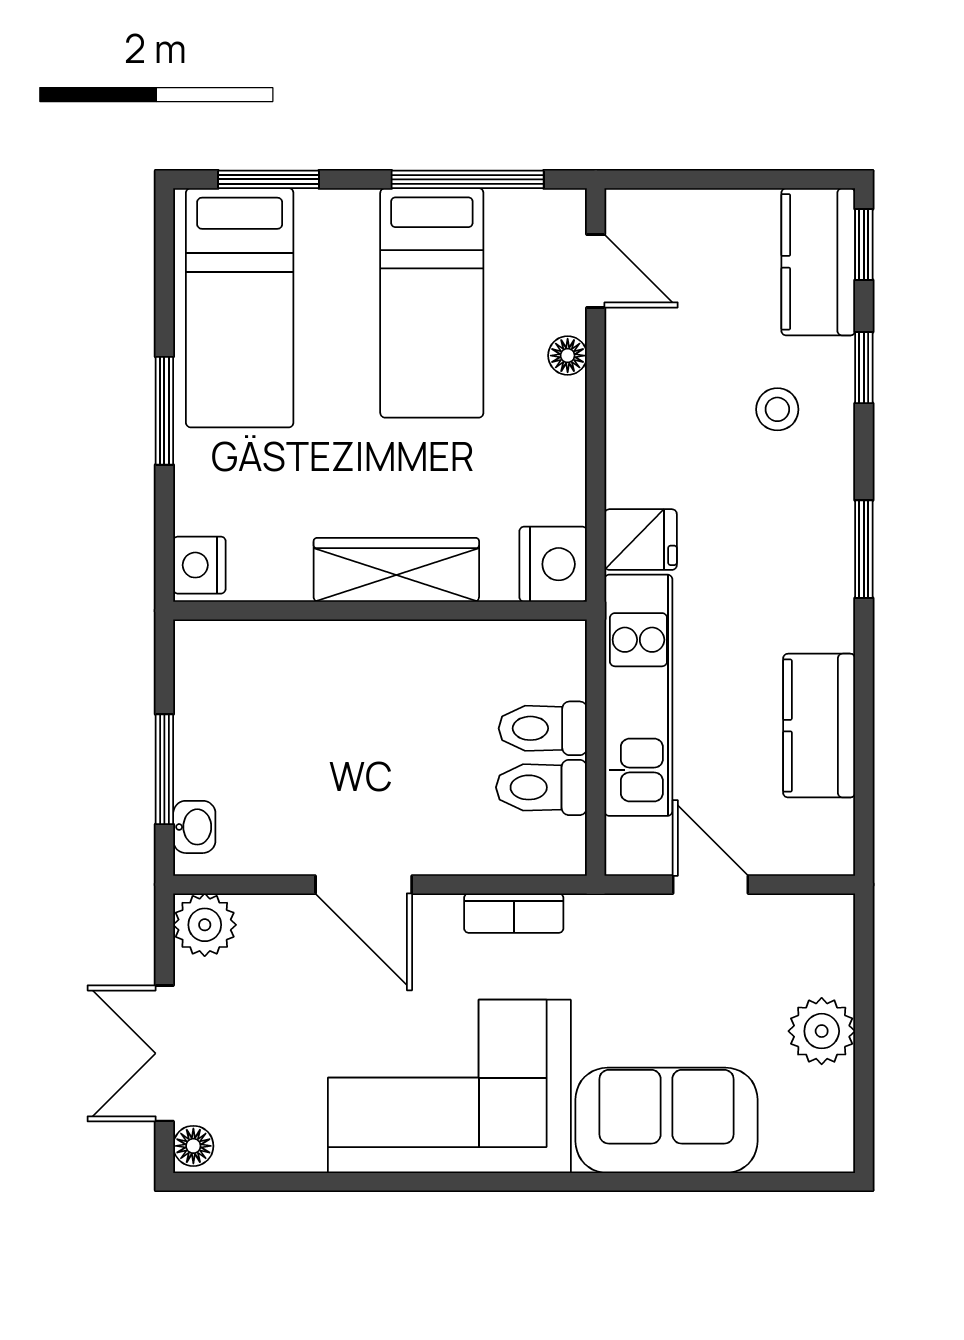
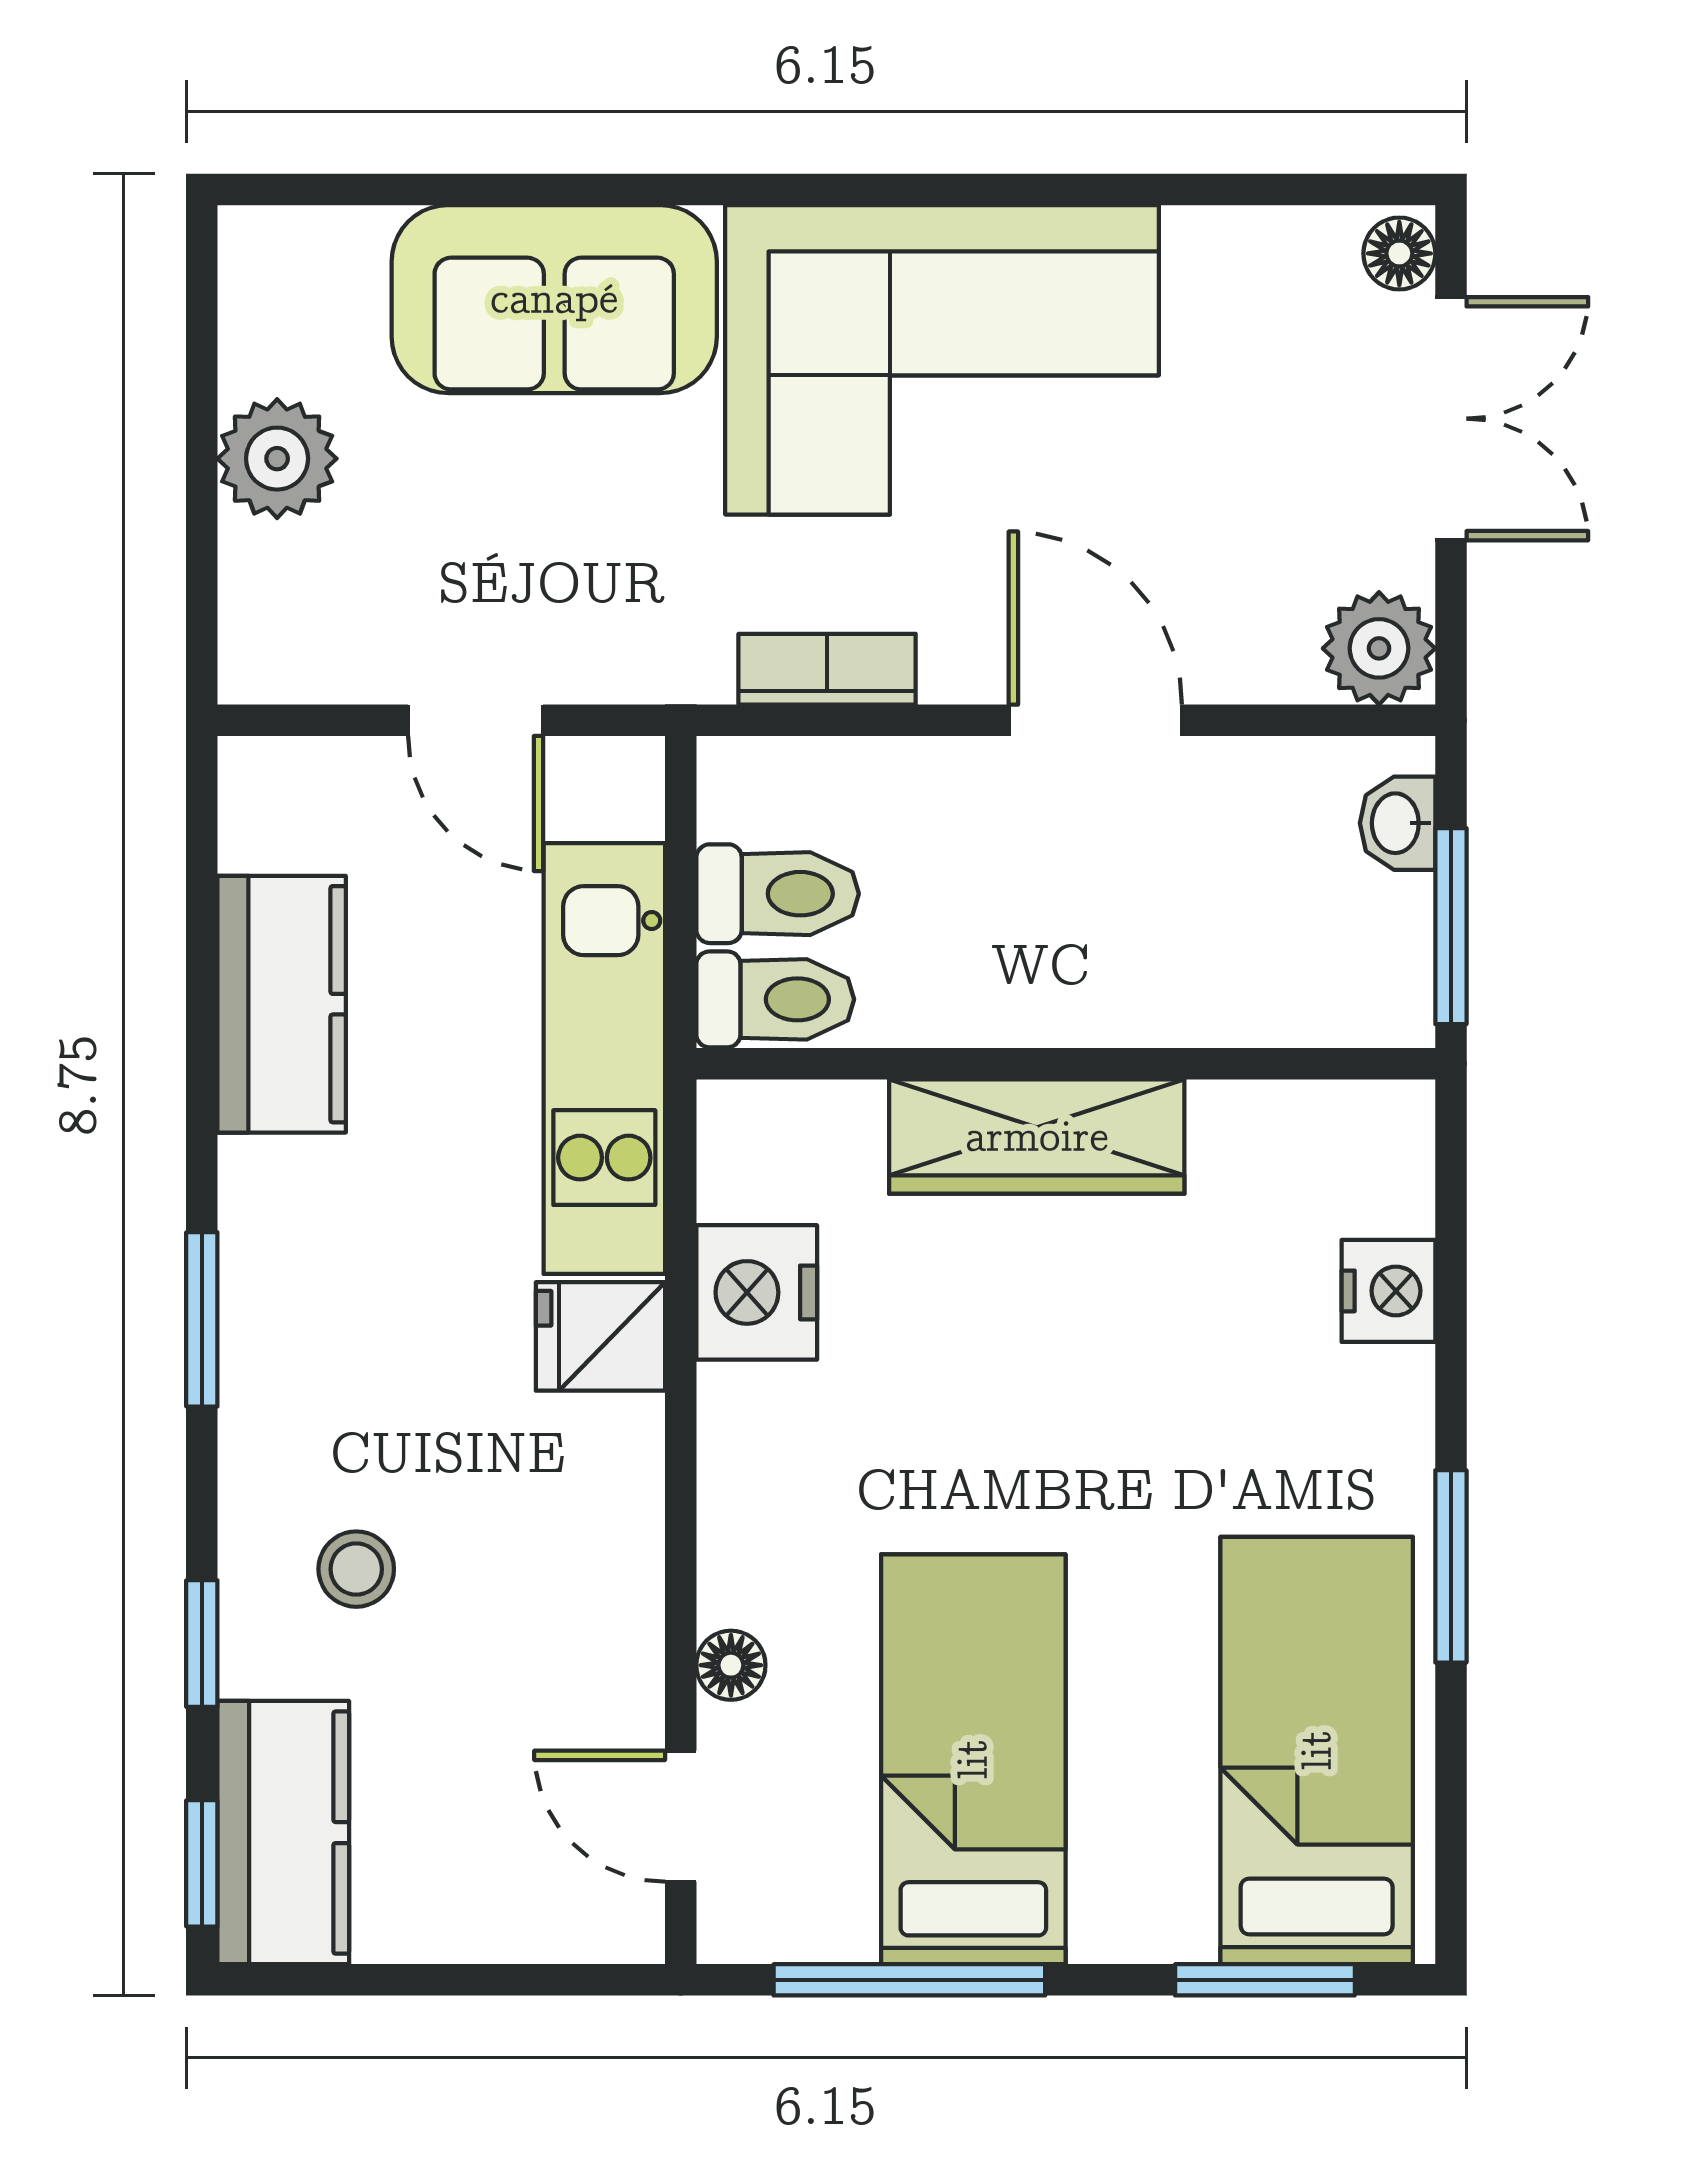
wardrobe: (396, 570) -> (1037, 1137), moved
wall: (380, 611) -> (1066, 1064), moved

